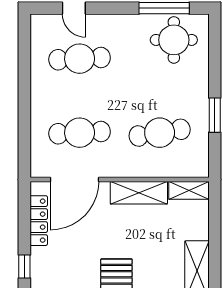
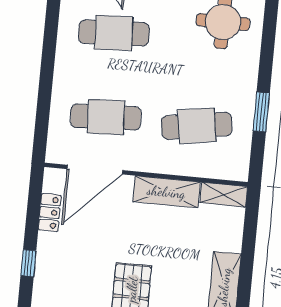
locker: (39, 221) -> (50, 212), width x0.66

